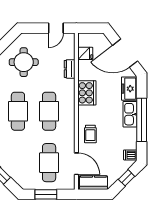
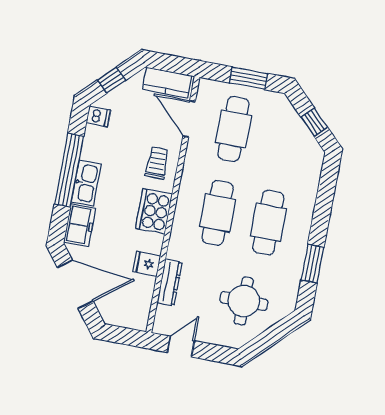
fridge: (85, 53) -> (147, 264), moved
dresser: (70, 69) -> (170, 282), width x1.44
cooker: (87, 93) -> (154, 211), moved

